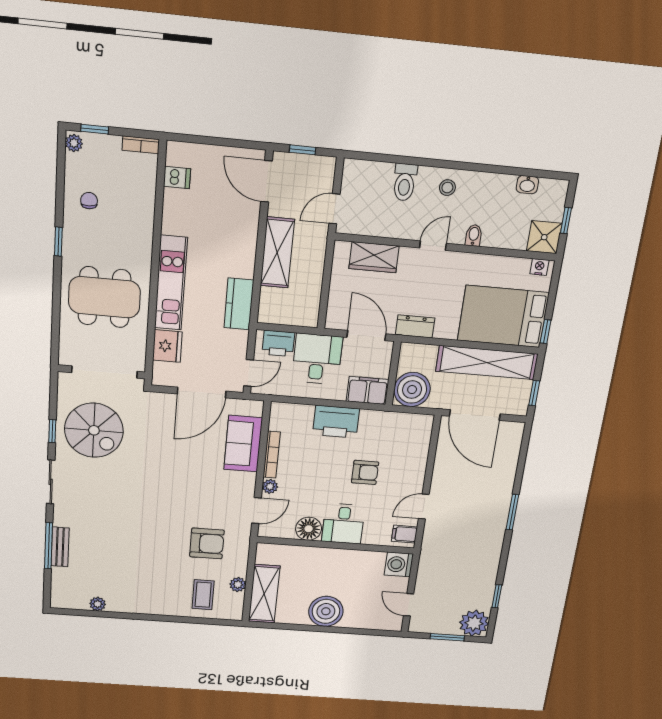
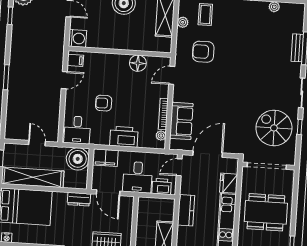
door: (475, 415) -> (37, 143), width x0.53
plant: (270, 486) -> (161, 136), moved
desk: (343, 524) -> (77, 130), moved, turned 180

